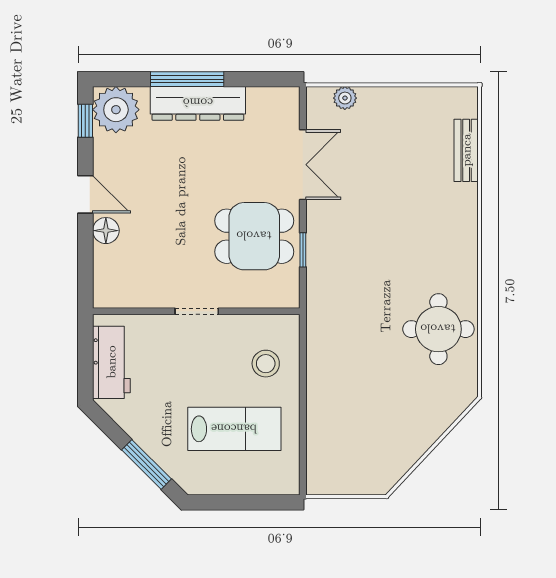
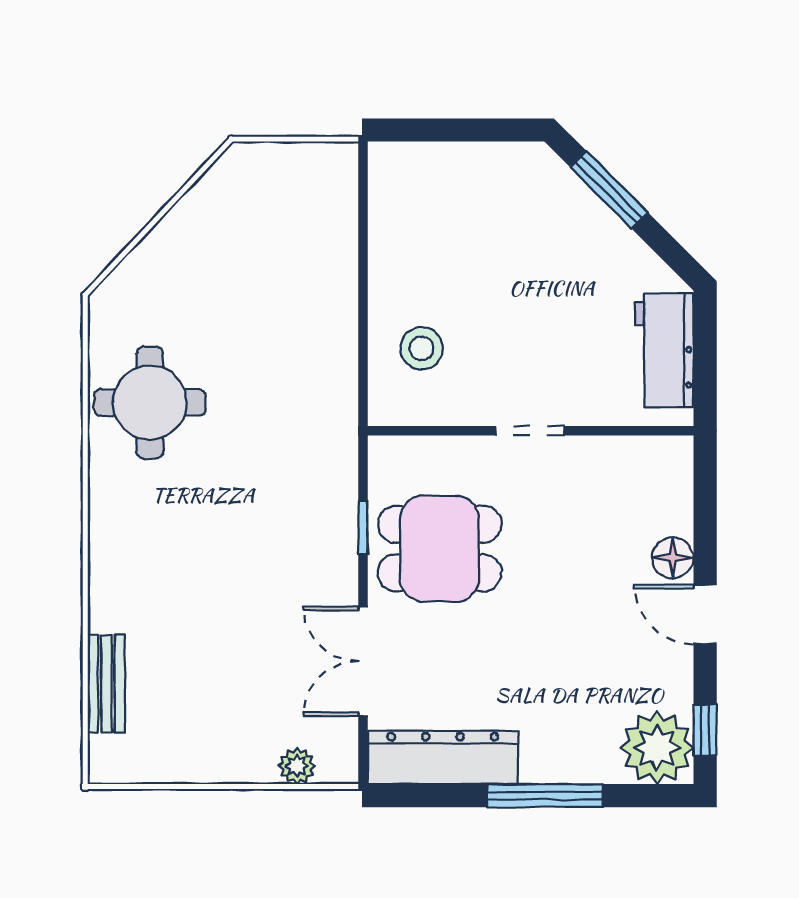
dresser: (198, 103) -> (443, 758), moved
lab bench: (234, 429) -> (471, 246), removed

